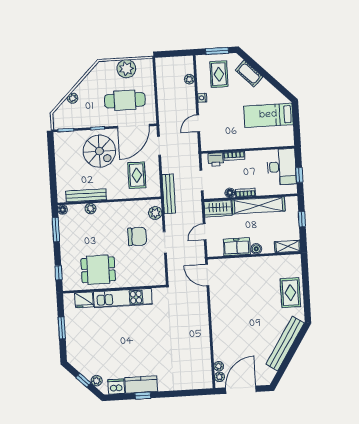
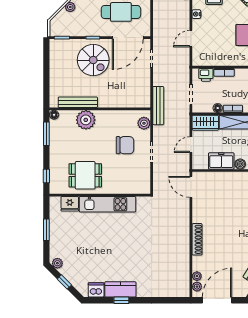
rug: (137, 175) -> (128, 86), removed
plant: (90, 209) -> (86, 120), width x1.87, depth x1.87
shoe rack: (217, 329) -> (197, 239), added
plant: (97, 381) -> (57, 263), moved

